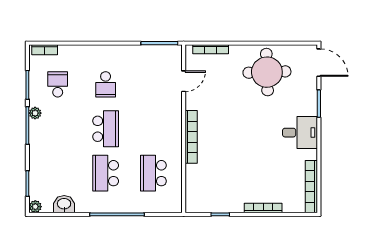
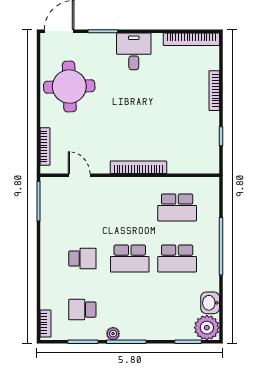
school desk: (106, 129) -> (130, 259), turned 180
plant: (35, 207) -> (207, 328), width x1.88, depth x1.88

